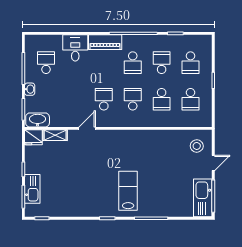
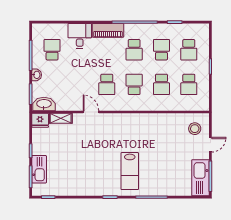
school desk: (104, 99) -> (107, 84), turned 180
door: (87, 128) -> (91, 112), hinge flipped
lab bench: (128, 191) -> (130, 171), turned 180

